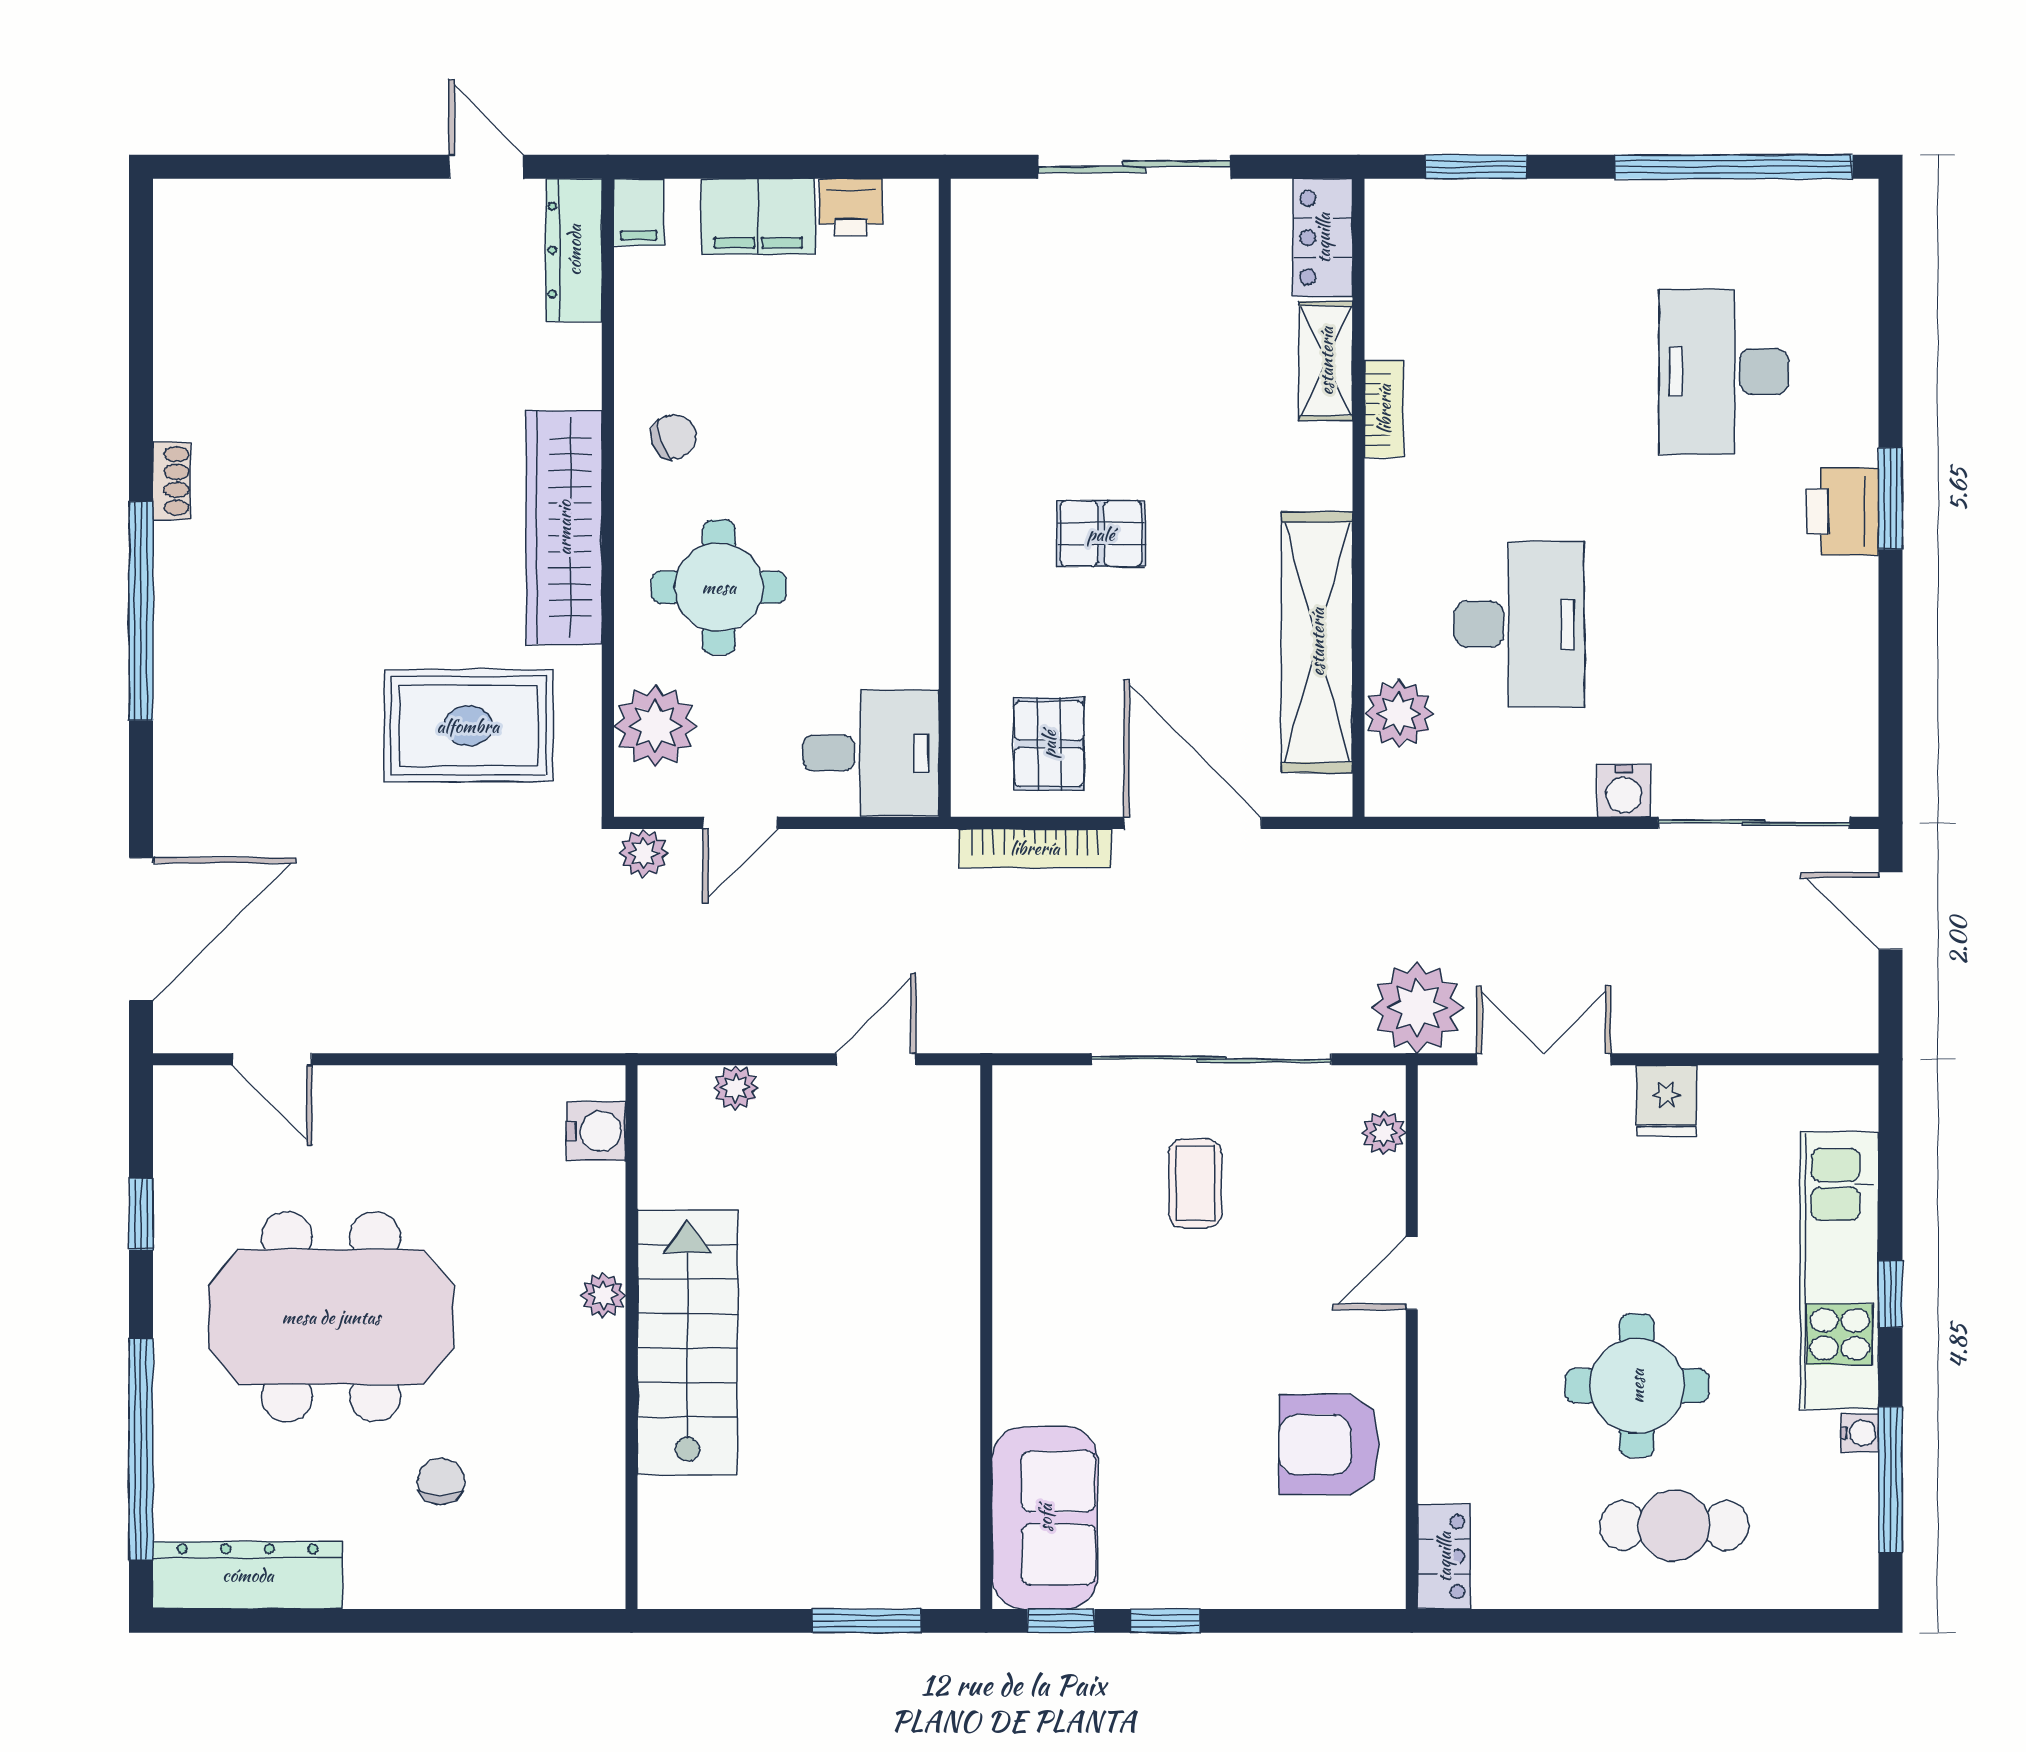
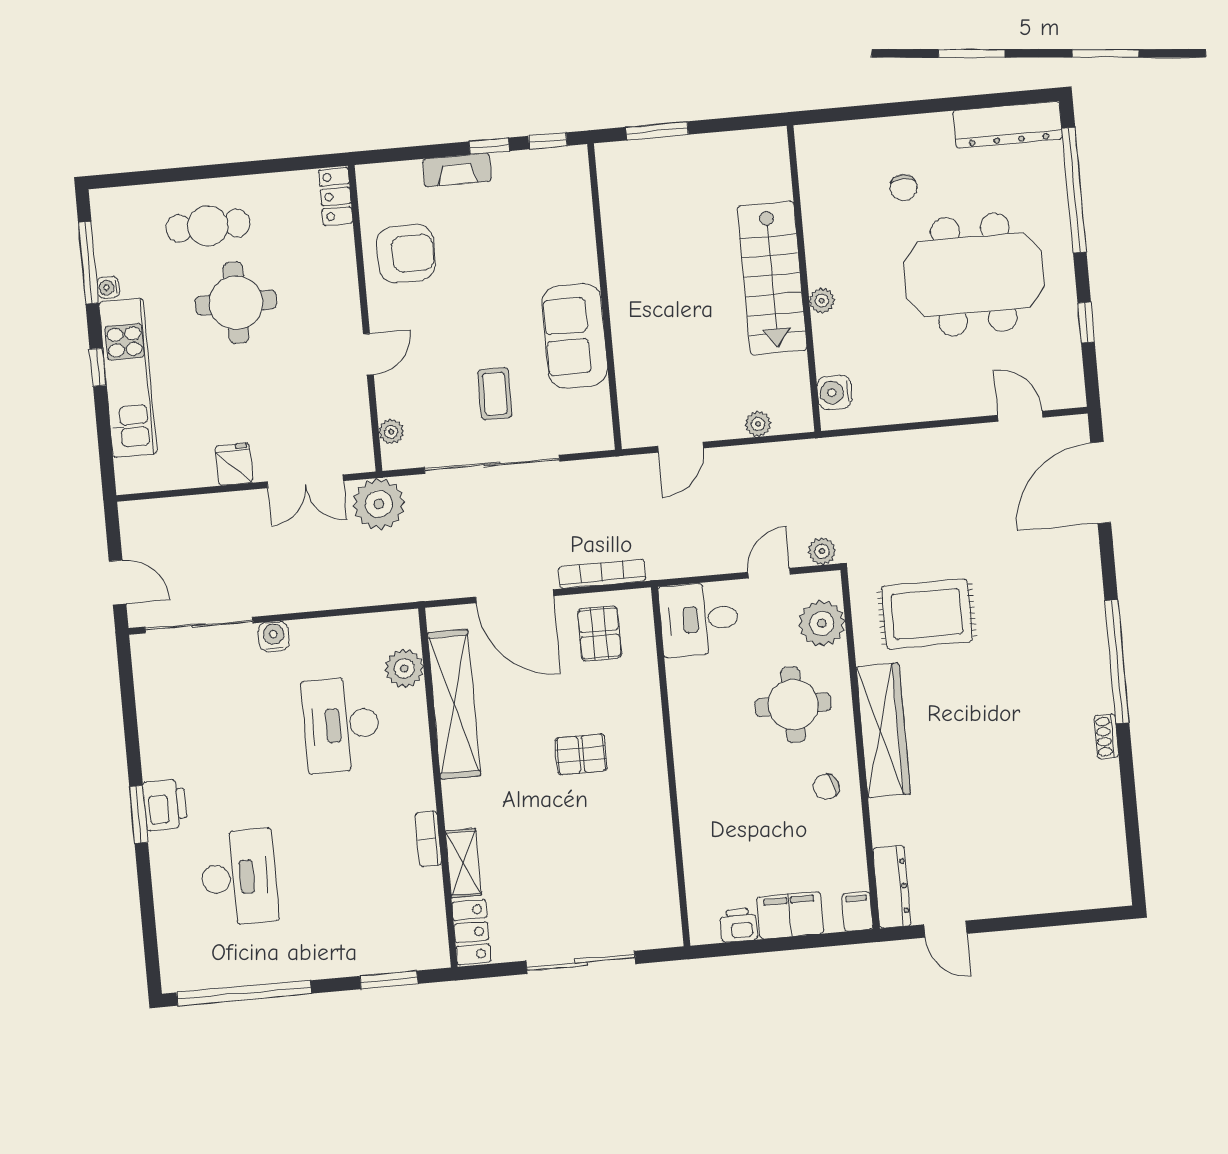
sofa: (1045, 1518) -> (575, 336), moved
fireplace: (1226, 1584) -> (457, 170), added

